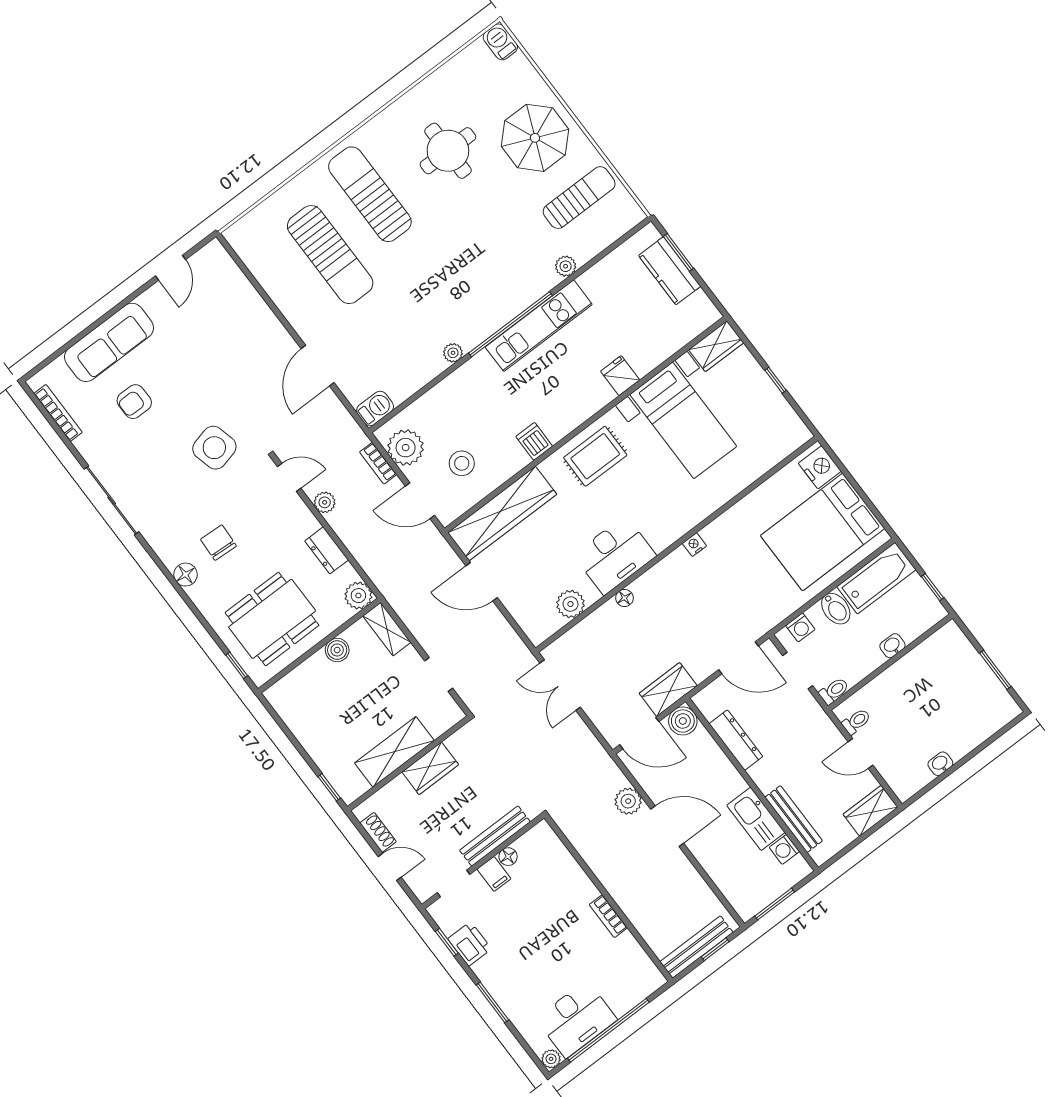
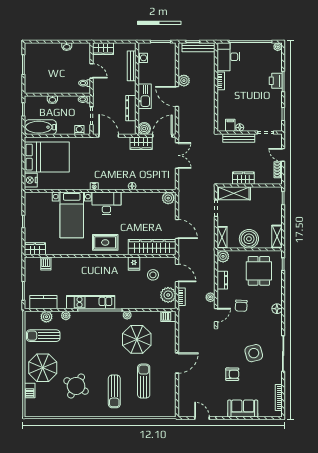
barbecue: (500, 42) -> (30, 391), moved
round table: (448, 151) -> (76, 386), turned 30
sun lounger: (370, 194) -> (114, 391), width x0.73, depth x0.75
plant: (600, 237) -> (46, 317), added
sun lounger: (330, 255) -> (144, 381), width x0.73, depth x0.75
door: (170, 268) -> (202, 418), hinge flipped
kitchen counter: (670, 271) -> (43, 302), moved, turned -90
parasol: (401, 322) -> (137, 339), added
sofa: (109, 342) -> (243, 409), width x0.73
door: (318, 366) -> (177, 363), moved
fridge: (620, 376) -> (134, 264), moved
armchair: (134, 402) -> (232, 374), moved
bed with nightstands: (683, 420) -> (72, 215), moved, turned 180
dishwasher: (534, 441) -> (46, 263), moved
side table: (214, 448) -> (254, 353), moved
door: (289, 477) -> (216, 315), swing flipped
chair: (218, 543) -> (241, 306), moved
desk: (615, 555) -> (106, 203), moved
plant: (570, 604) -> (168, 198), moved
bidet: (836, 609) -> (62, 127), removed
dining table: (272, 619) -> (259, 271), width x0.73
boiler: (337, 650) -> (249, 239), width x1.86, depth x1.86
double door: (560, 685) -> (177, 155), moved
shelving: (287, 707) -> (277, 237), added
door: (639, 733) -> (162, 136), hinge flipped
shelving: (394, 752) -> (234, 193), moved
plant: (628, 801) -> (184, 81), moved
kitchen sink: (756, 819) -> (145, 96), moved
filing cabinet: (494, 874) -> (230, 125), moved
printer: (470, 944) -> (276, 81), moved
desk: (576, 1019) -> (228, 57), moved, turned -90

